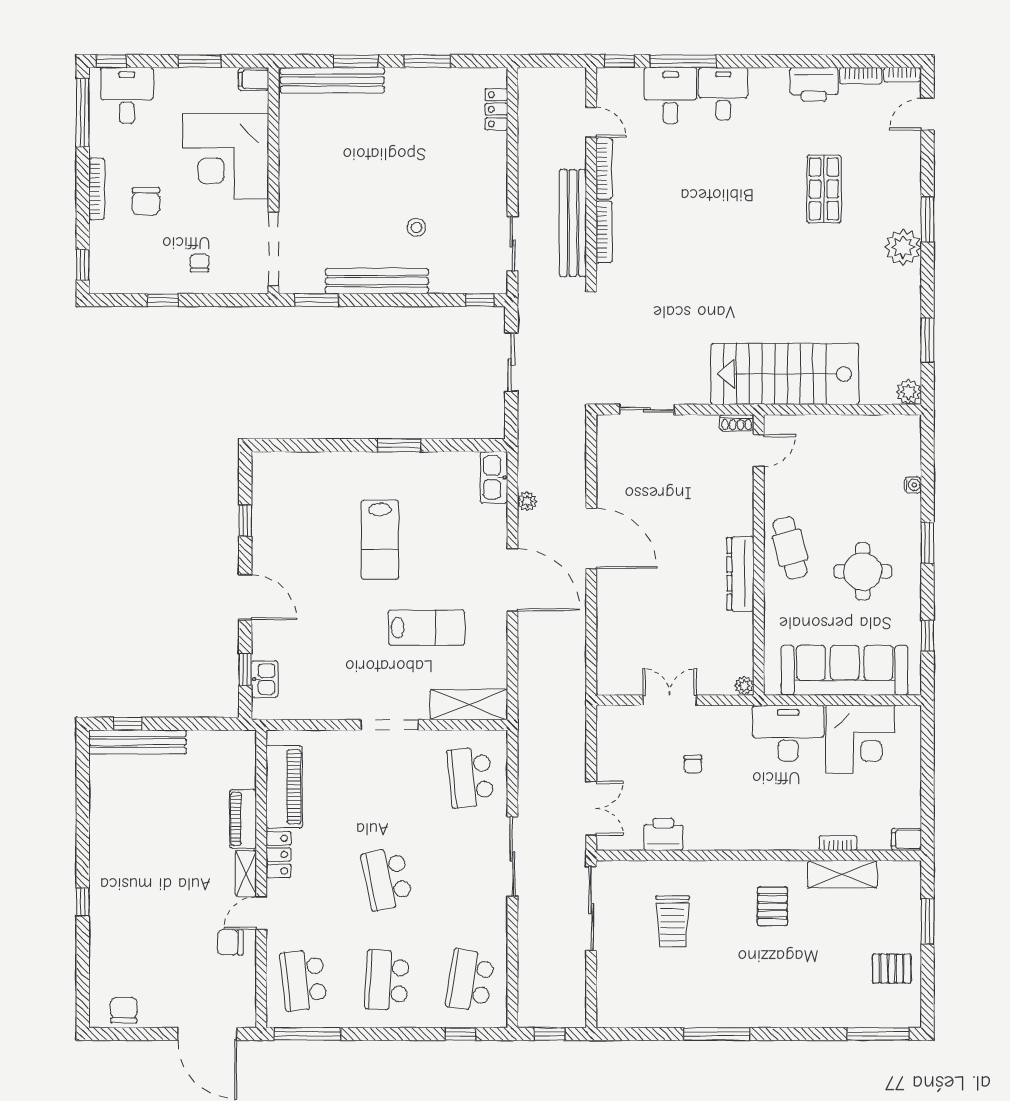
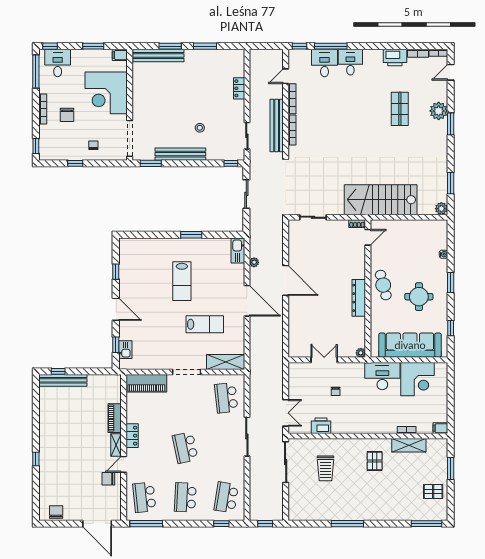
locker: (496, 109) -> (239, 88), moved
door: (591, 122) -> (286, 76), swing flipped
plant: (903, 247) -> (439, 111), moved
piano: (284, 787) -> (146, 383), moved, turned 90

